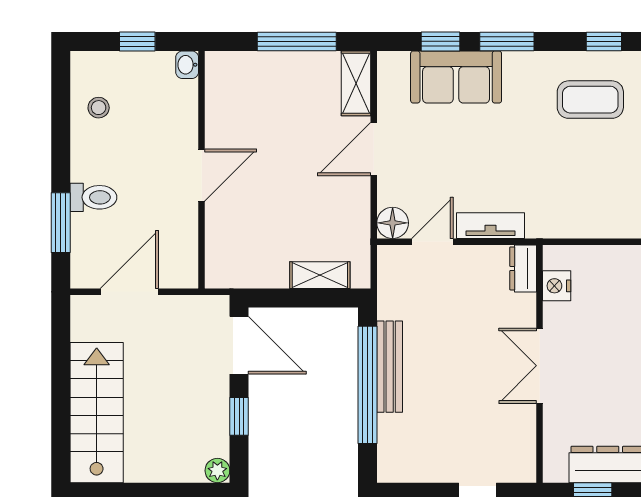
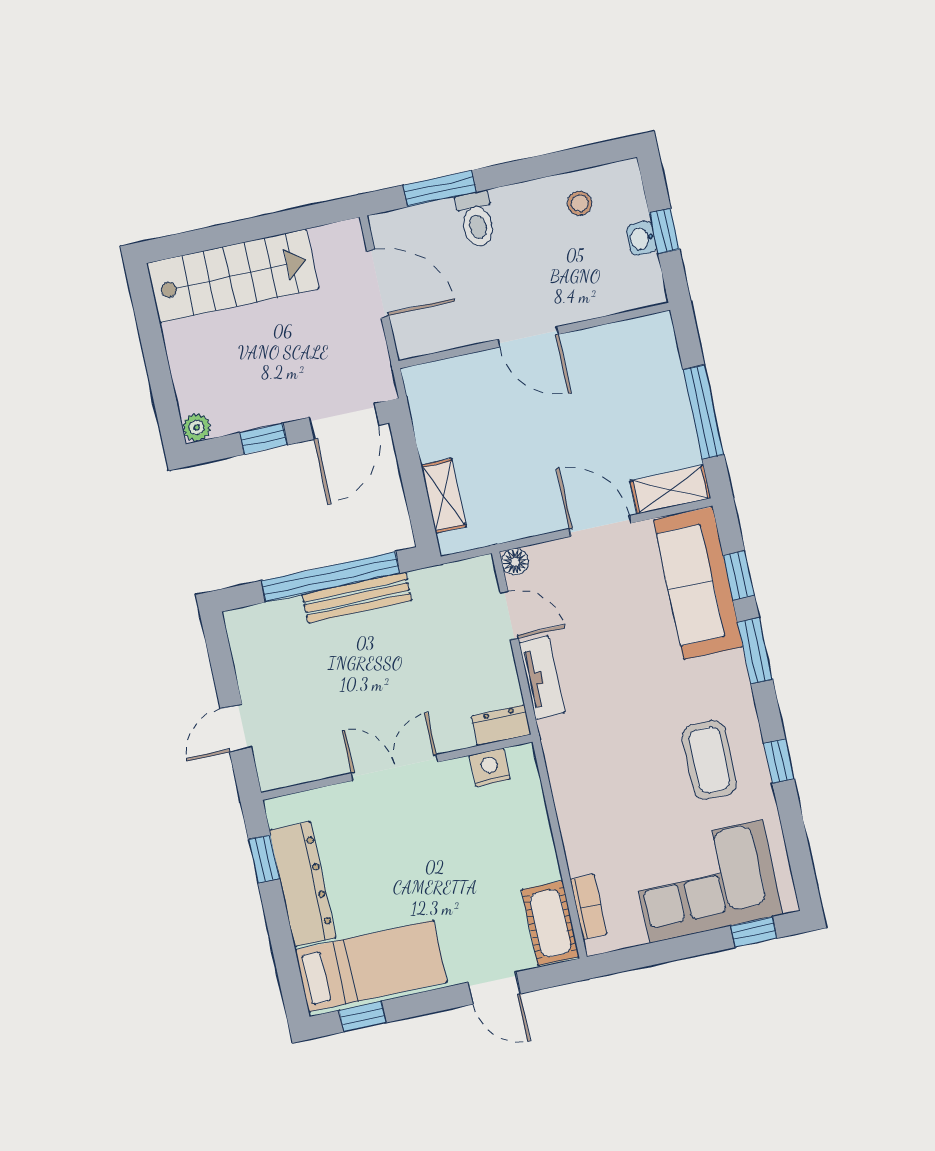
washbasin: (187, 65) -> (641, 238), moved, turned -90
sofa: (456, 77) -> (698, 583), width x1.36
floor lamp: (393, 223) -> (515, 562), width x0.73, depth x0.73

